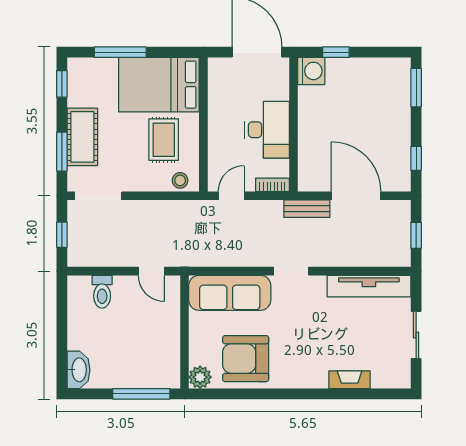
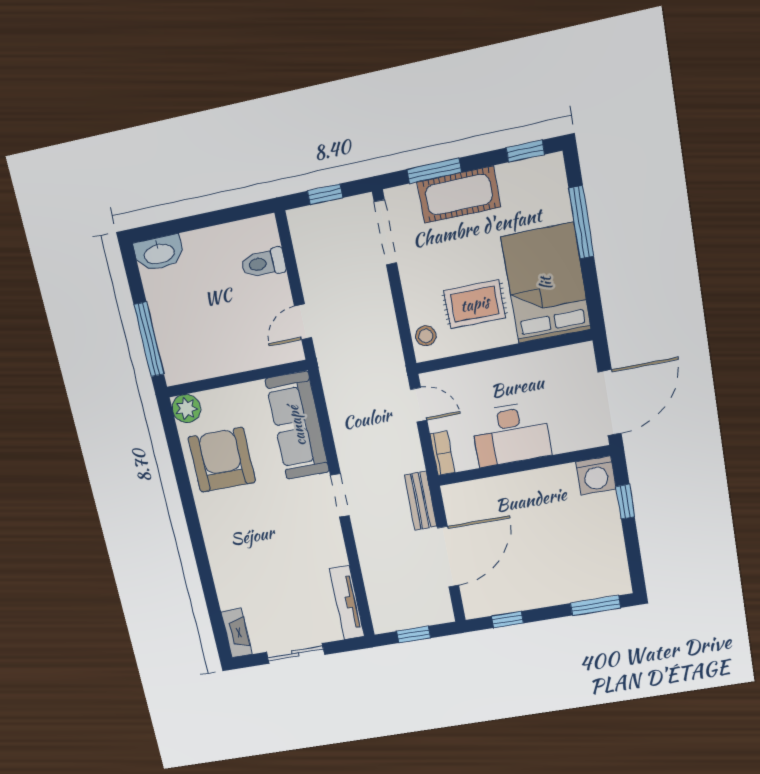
tv unit: (369, 286) -> (347, 603), width x0.73, depth x0.78
fireplace: (350, 380) -> (236, 633), moved

